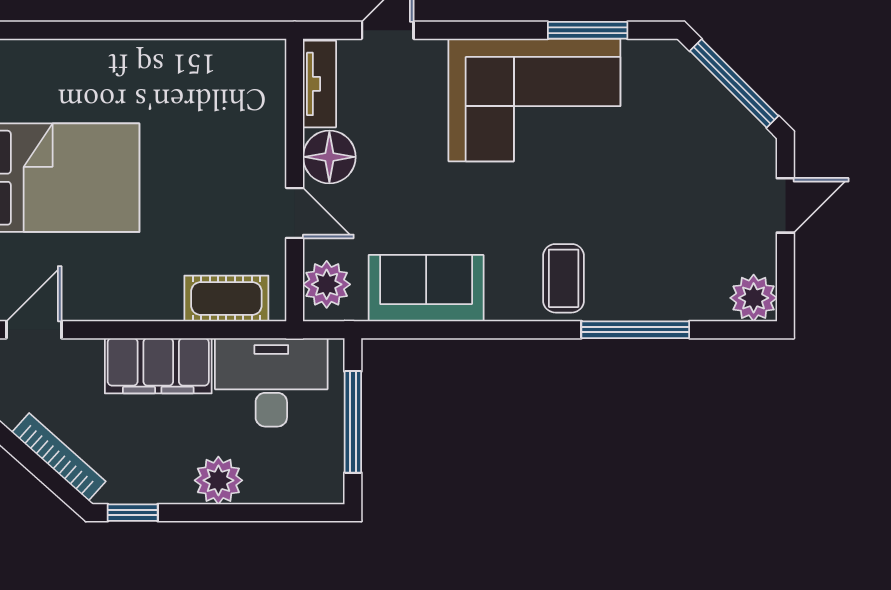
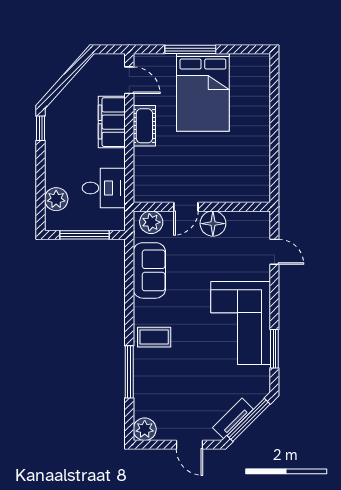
tv unit: (320, 84) -> (233, 418), moved, turned 135
cot: (226, 298) -> (144, 126), moved
filing cabinet: (158, 366) -> (112, 122), moved
desk: (271, 382) -> (104, 188), width x0.73
bookcase: (59, 457) -> (68, 92), removed
plant: (218, 480) -> (56, 199), moved

